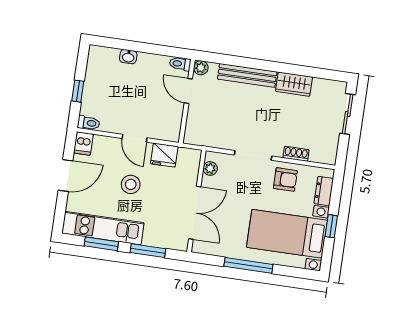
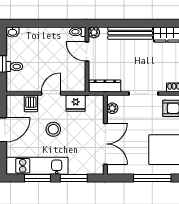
washbasin: (128, 57) -> (12, 32), moved
toilet: (89, 123) -> (14, 66), moved
door: (135, 138) -> (51, 94), swing flipped
dresser: (205, 138) -> (105, 86), added
dishwasher: (83, 144) -> (31, 103), moved

